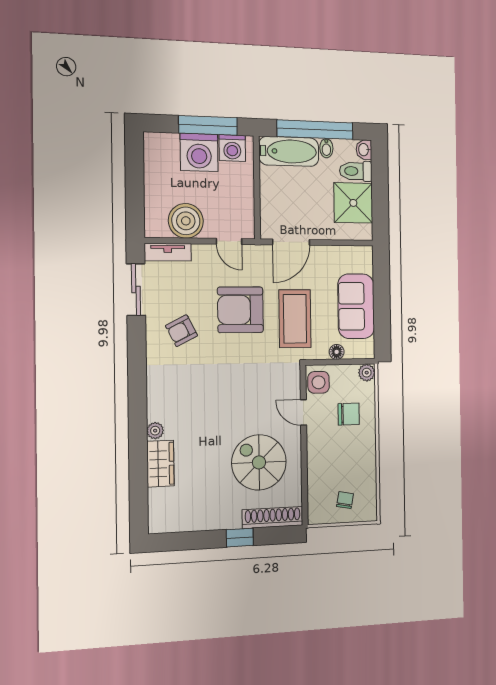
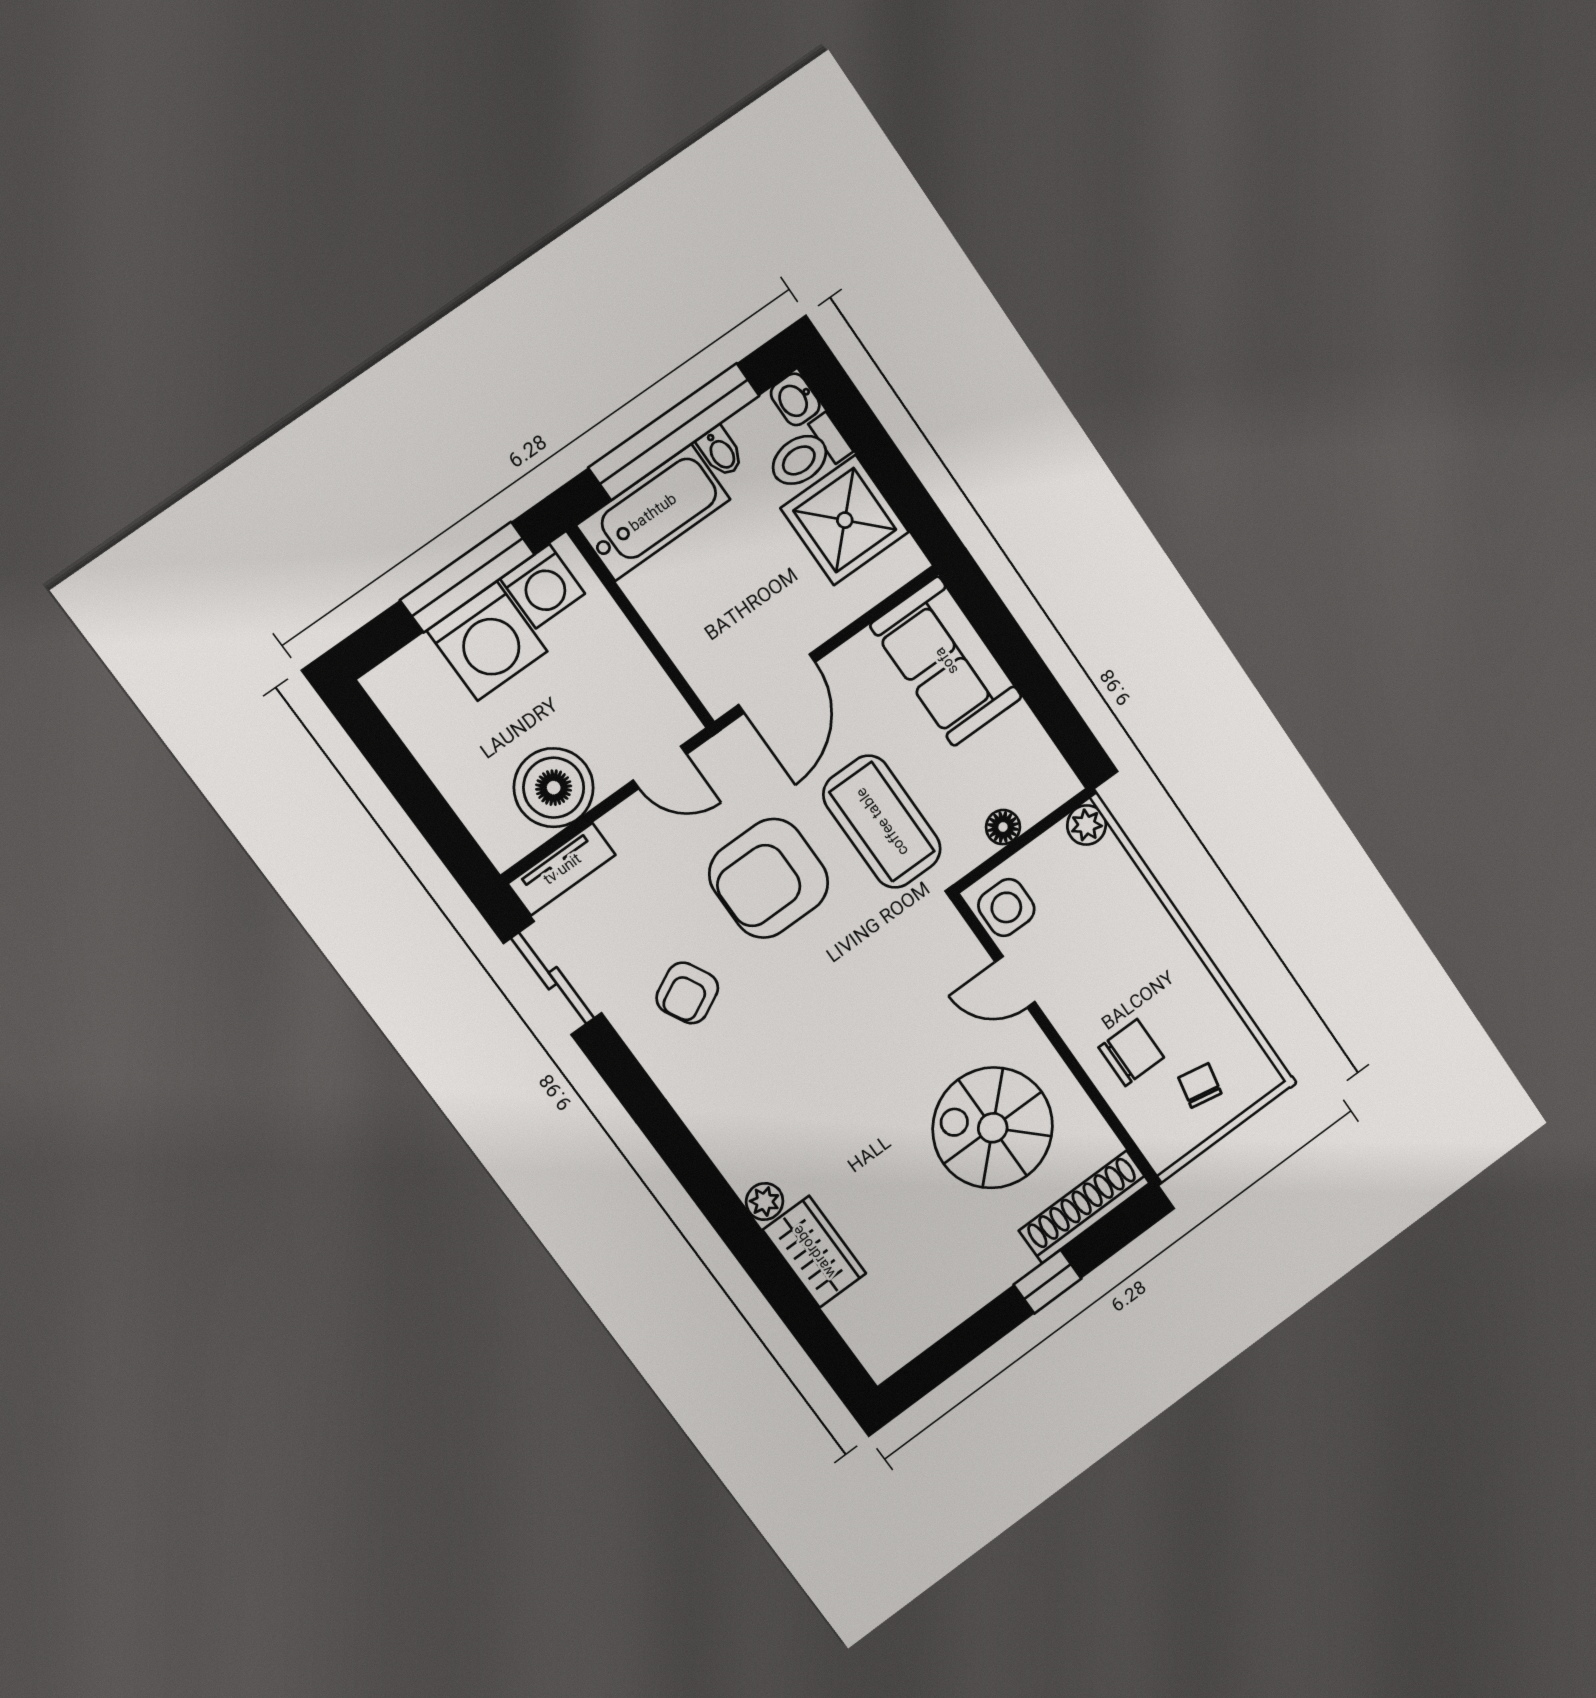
sofa: (356, 306) -> (946, 661), moved
chair: (349, 414) -> (1131, 1052), moved

